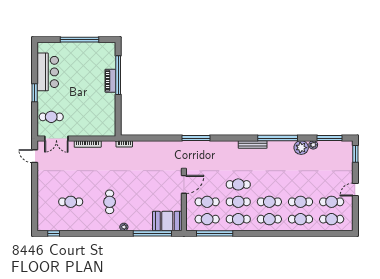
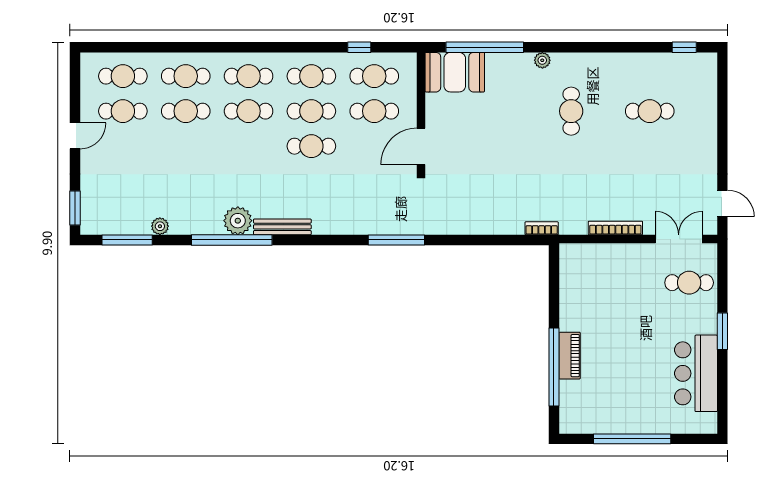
plant: (301, 148) -> (238, 221), moved
window: (215, 233) -> (359, 47), width x0.32

